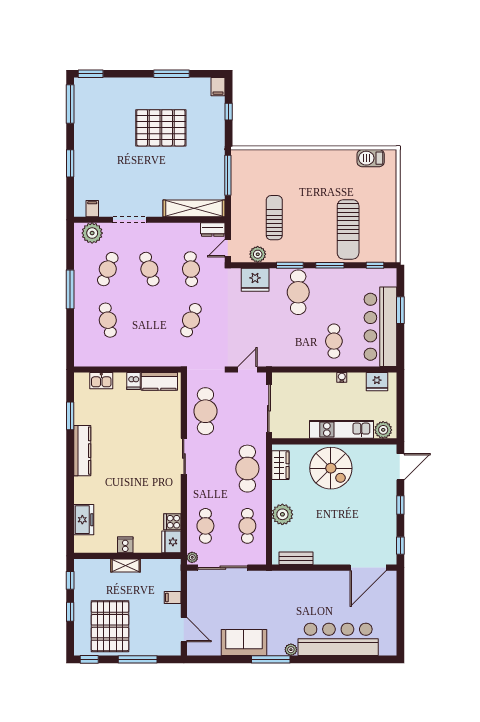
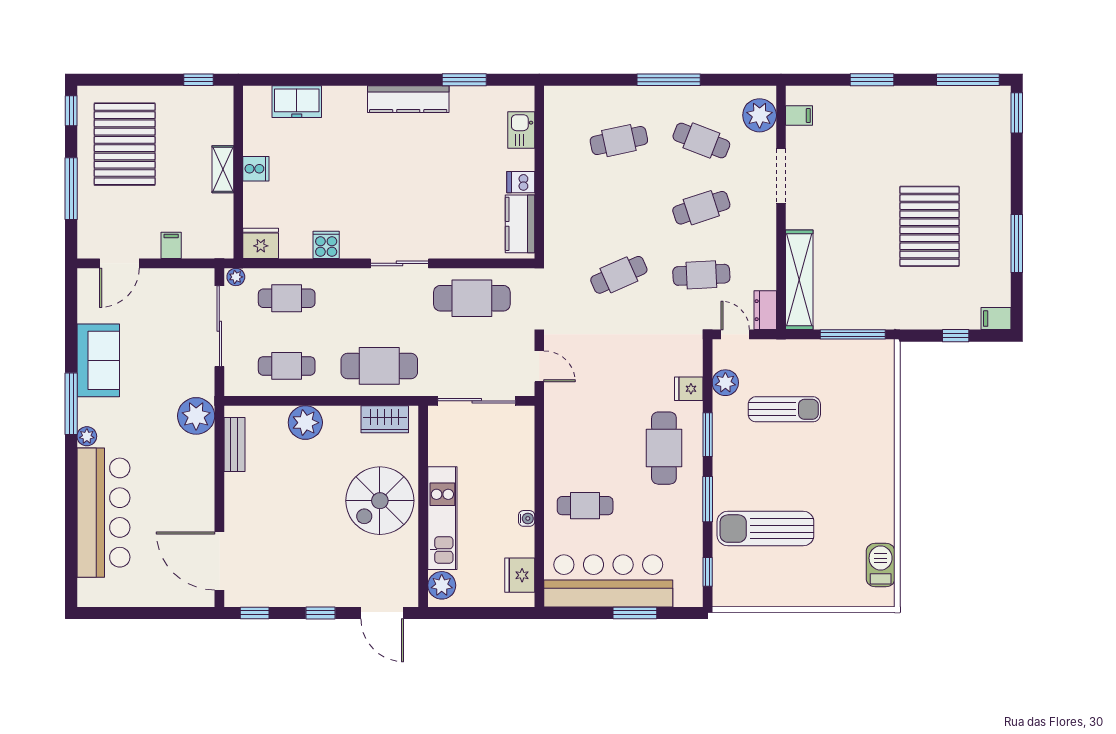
fridge: (255, 280) -> (689, 389), width x0.53, depth x0.75
cafe table: (298, 292) -> (664, 448), turned 90
cafe table: (191, 320) -> (619, 275), turned -45
cooker: (172, 522) -> (326, 245), moved
plant: (278, 582) -> (196, 416), added
window: (70, 612) -> (148, 80), removed
pallet: (110, 626) -> (125, 144), turned 90

